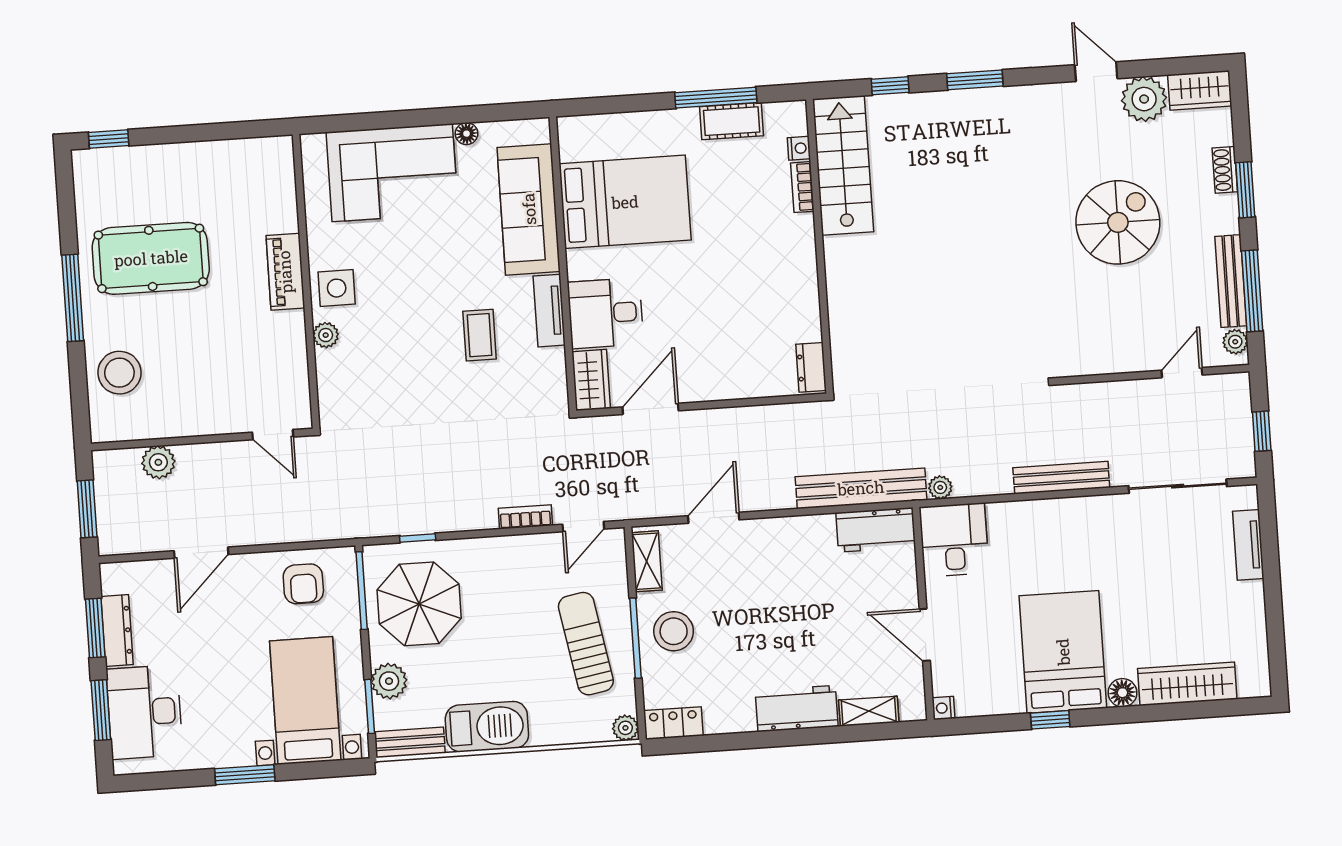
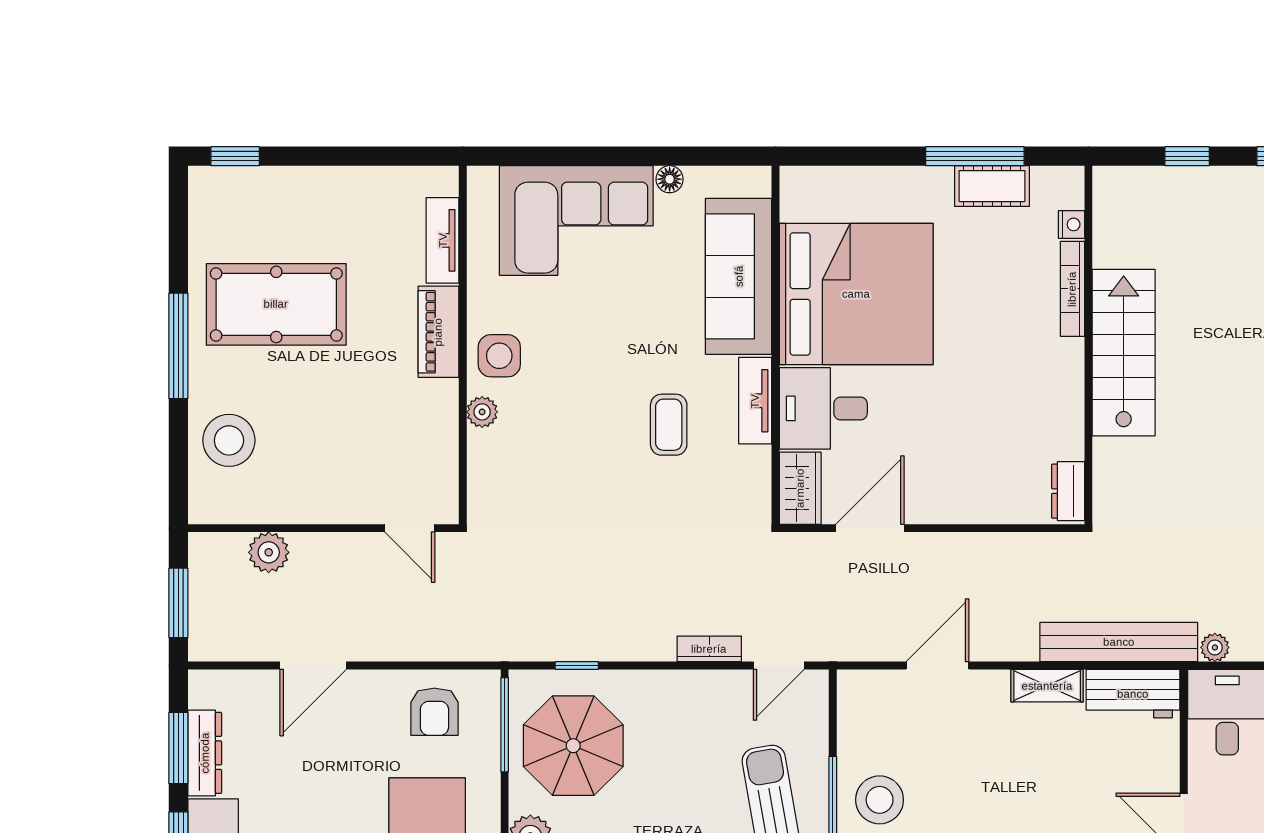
stairs: (843, 165) -> (1124, 353), moved
bookcase: (802, 187) -> (1072, 289), width x1.56
tv unit: (284, 196) -> (443, 240), added
bed: (625, 202) -> (856, 294), width x1.36
shelving: (647, 561) -> (1047, 686), moved, turned 90

